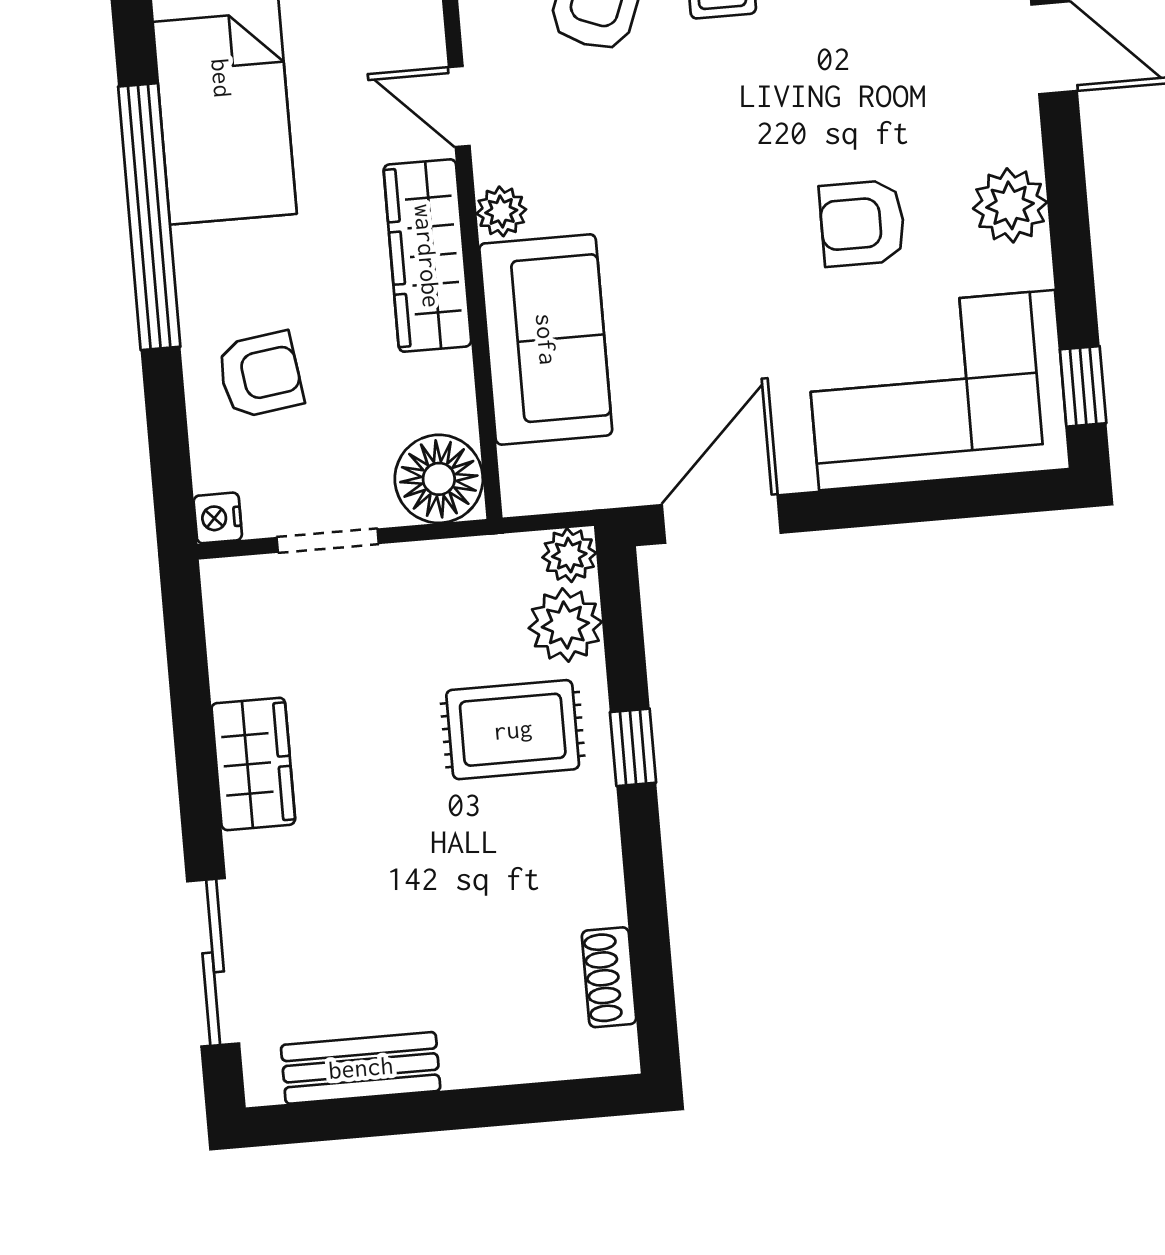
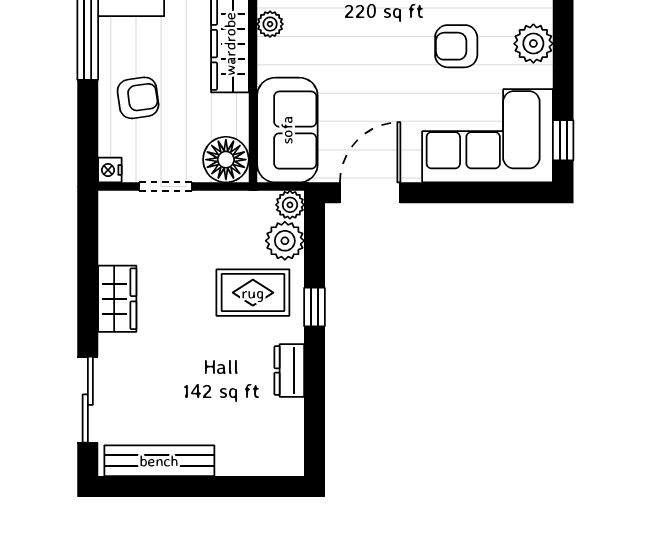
sofa: (546, 339) -> (287, 130), moved
dresser: (595, 873) -> (289, 371), added
shoe rack: (609, 977) -> (292, 425), removed
bench: (361, 1068) -> (159, 461), width x1.36

